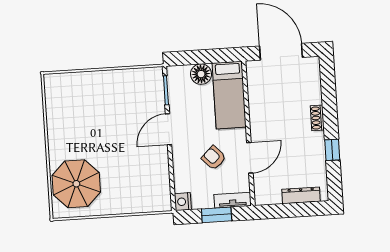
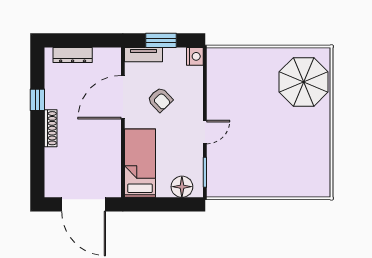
floor lamp: (201, 74) -> (182, 187), moved
shoe rack: (317, 118) -> (51, 128), width x1.43
door: (168, 129) -> (205, 132), width x0.73
door: (250, 158) -> (123, 97), width x1.36

